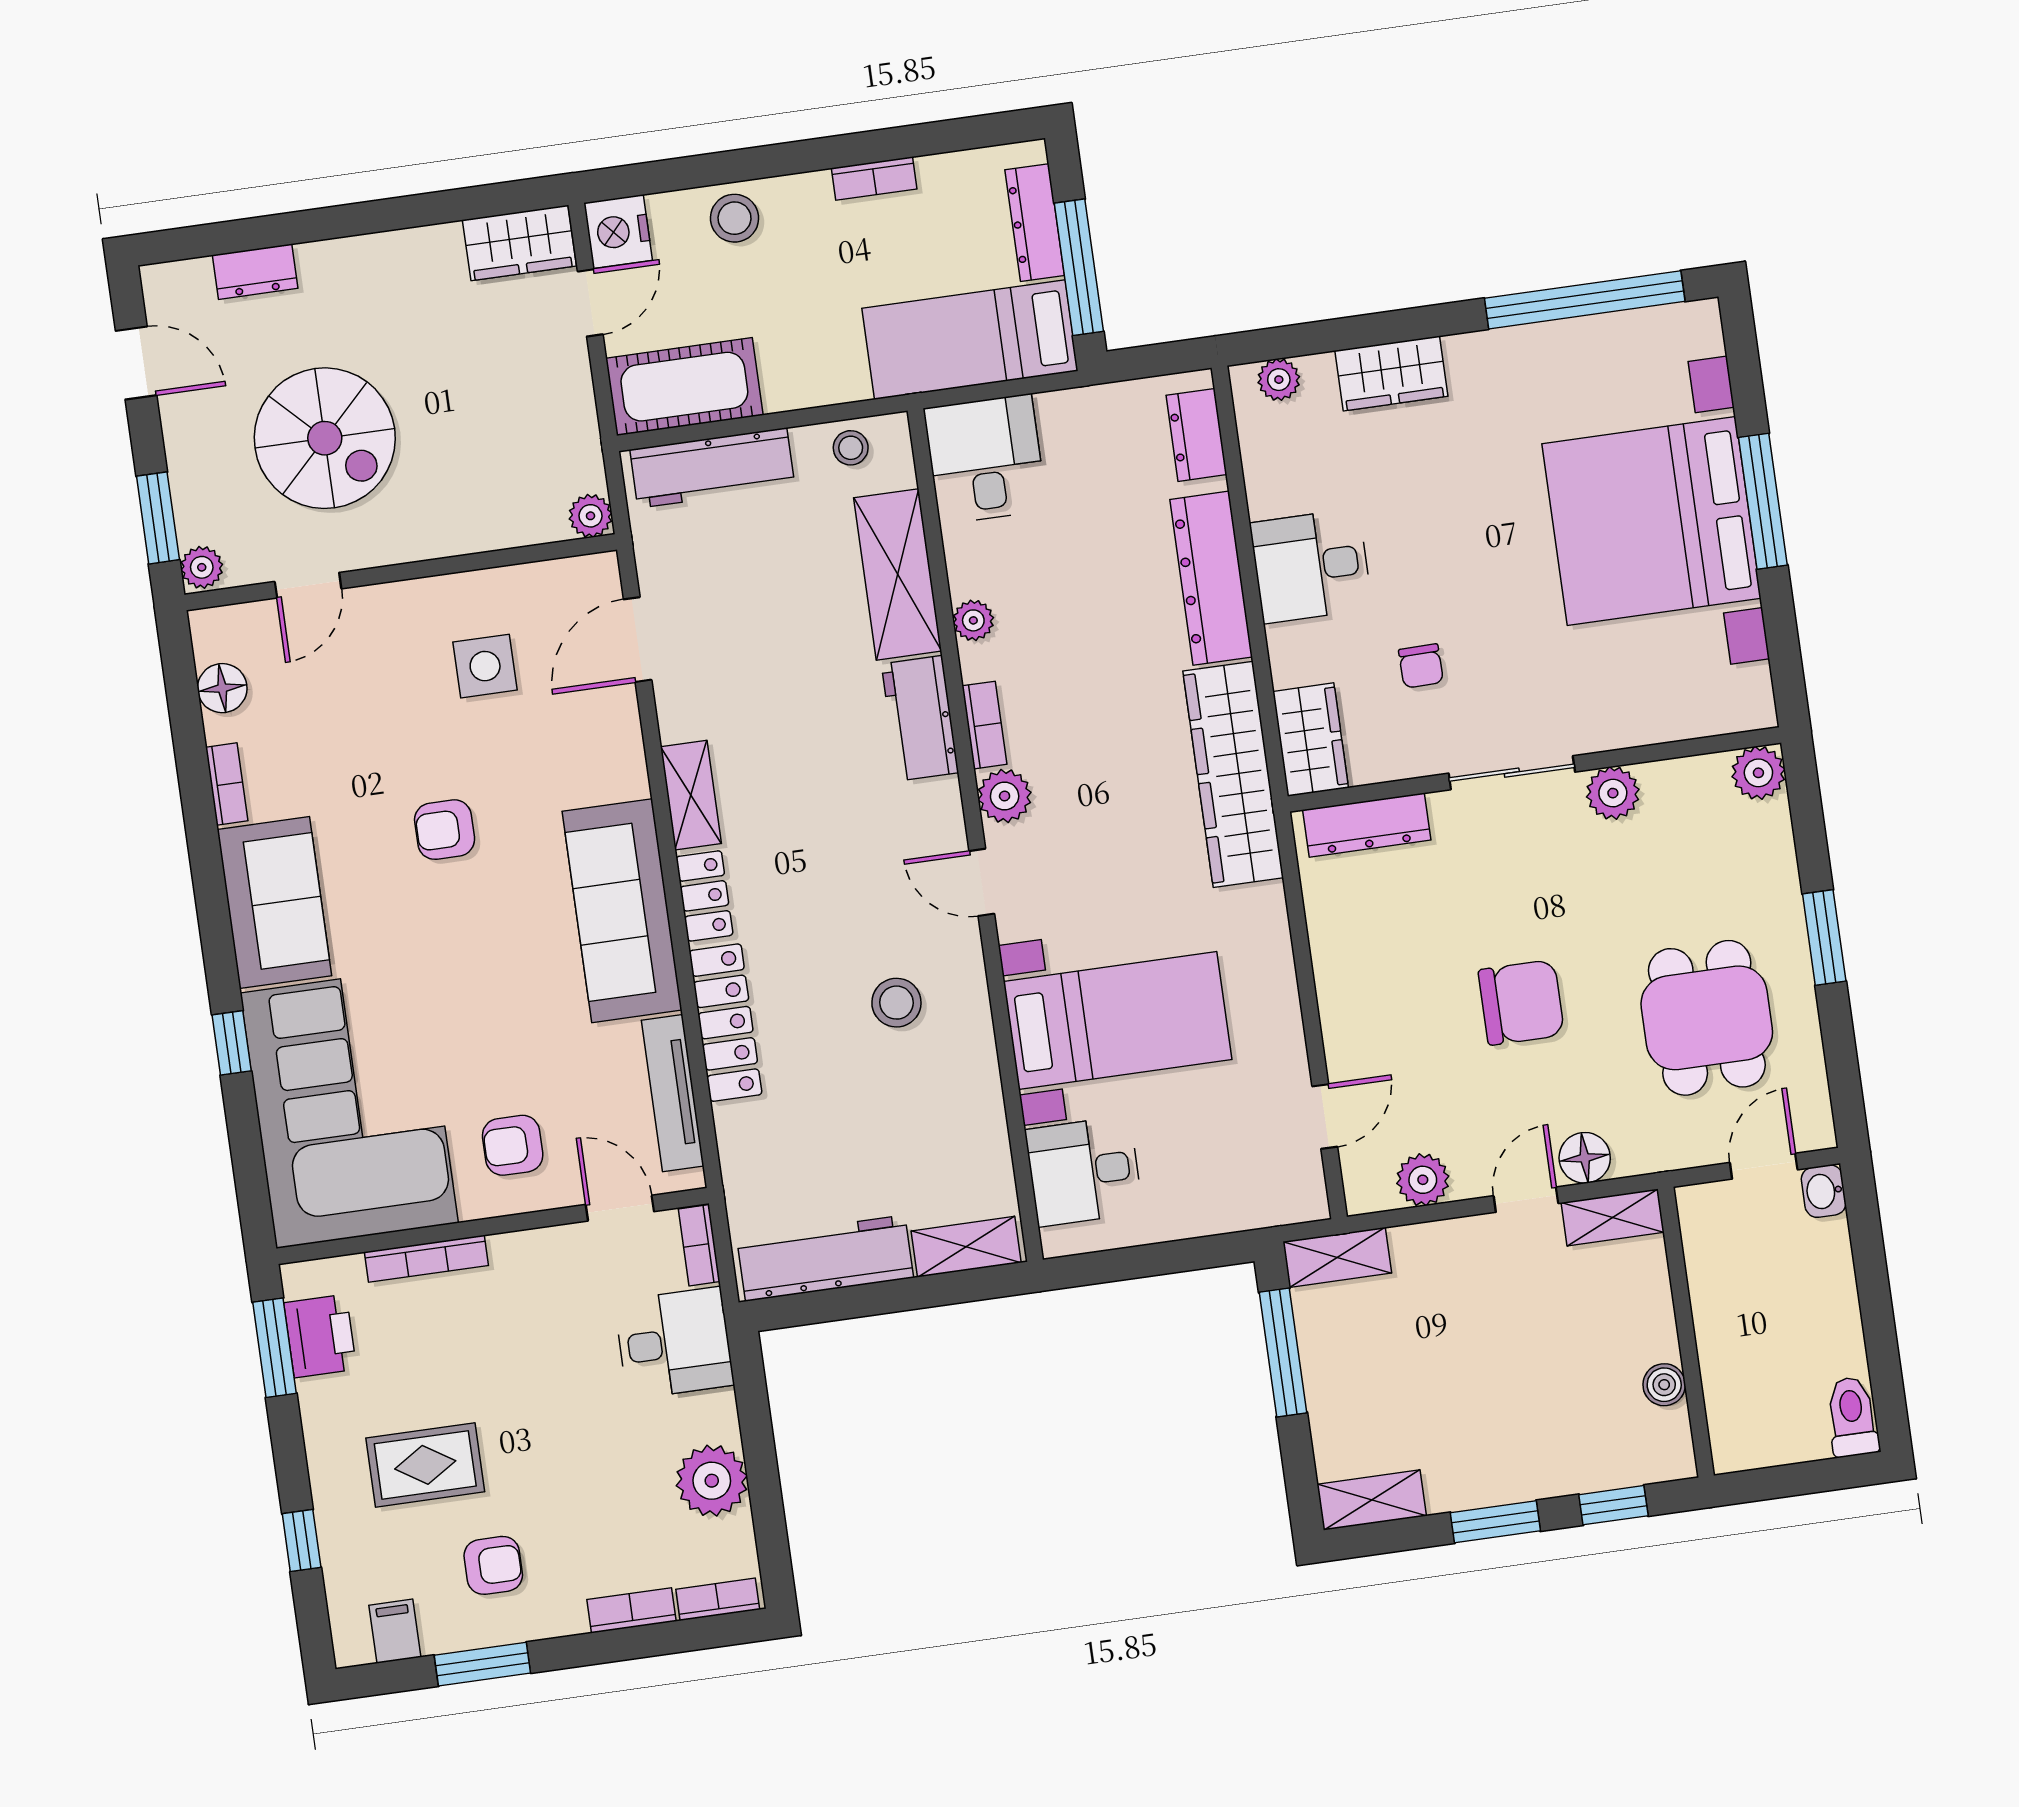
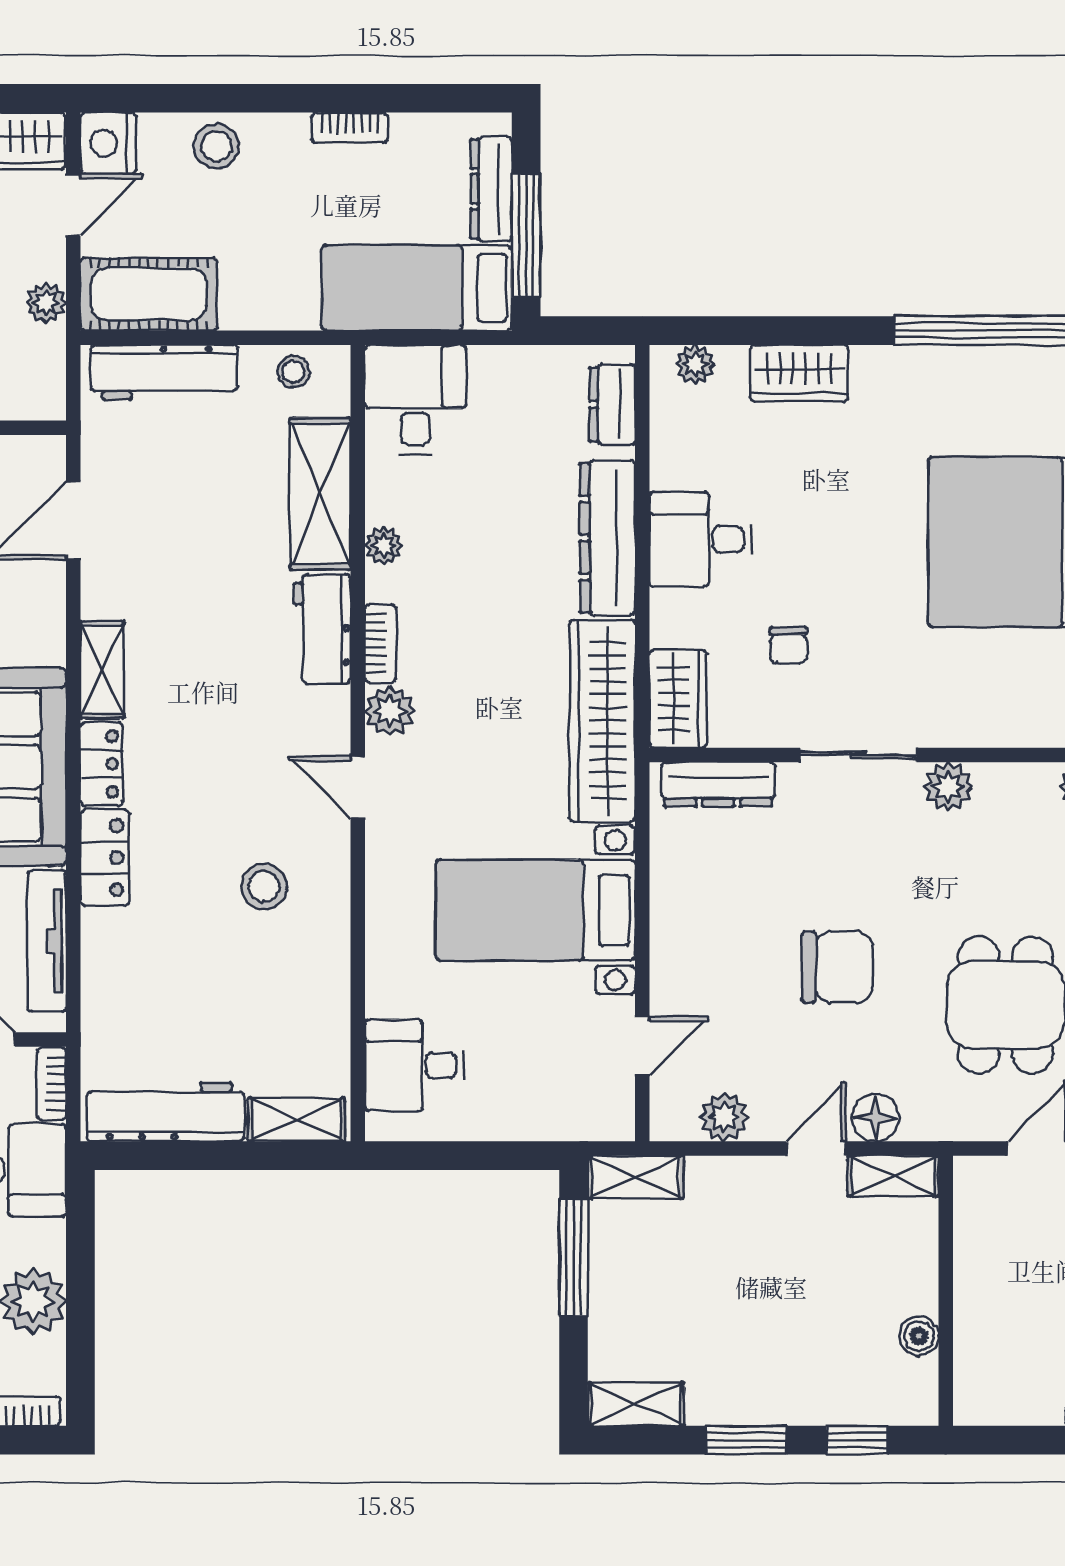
plant: (590, 516) -> (46, 303), moved
bed with nightstands: (1118, 1020) -> (535, 910), moved, turned 180
locker: (726, 1023) -> (105, 858), width x0.66

